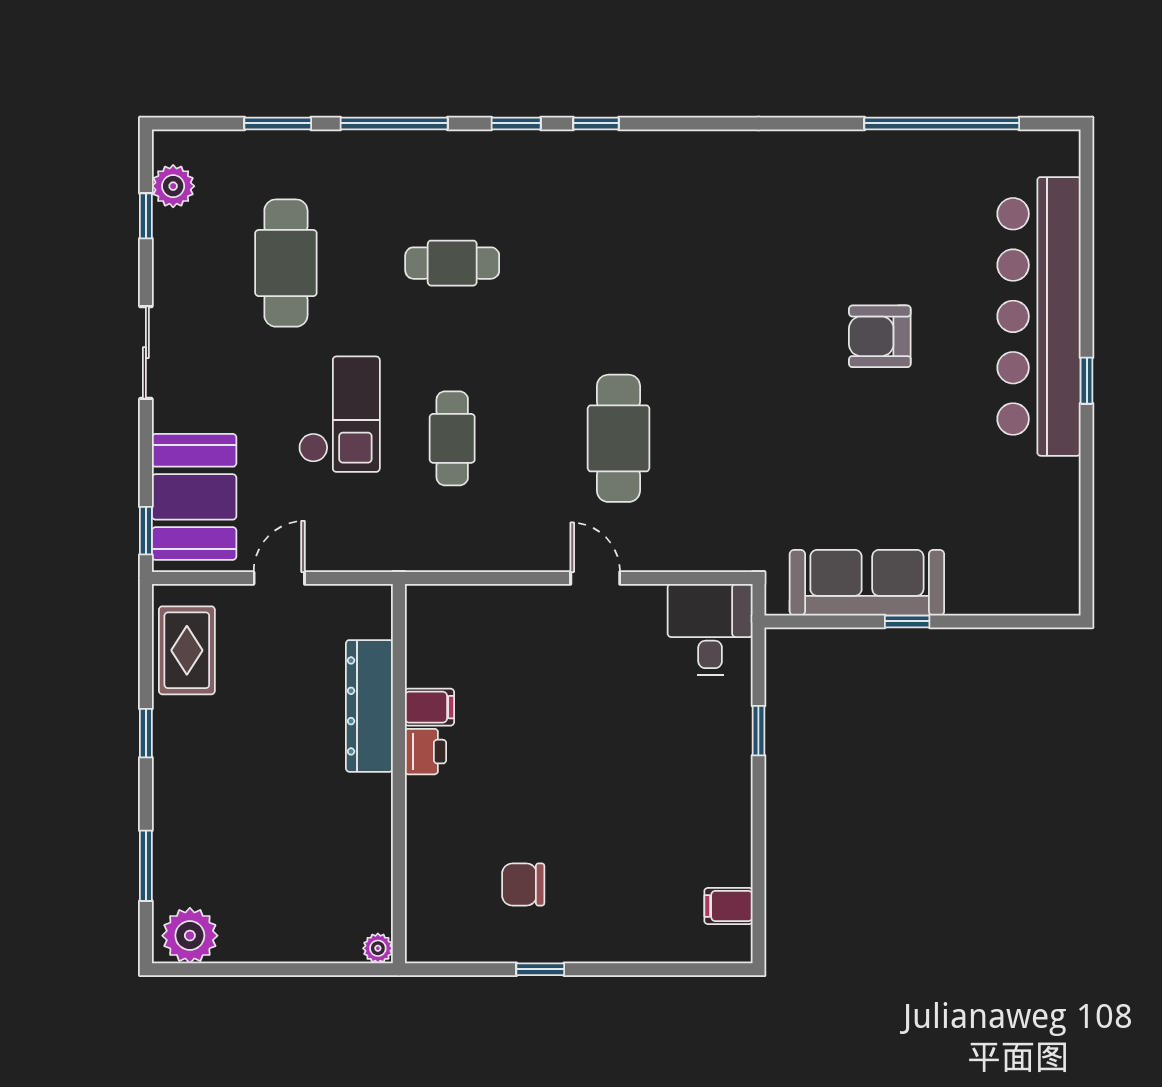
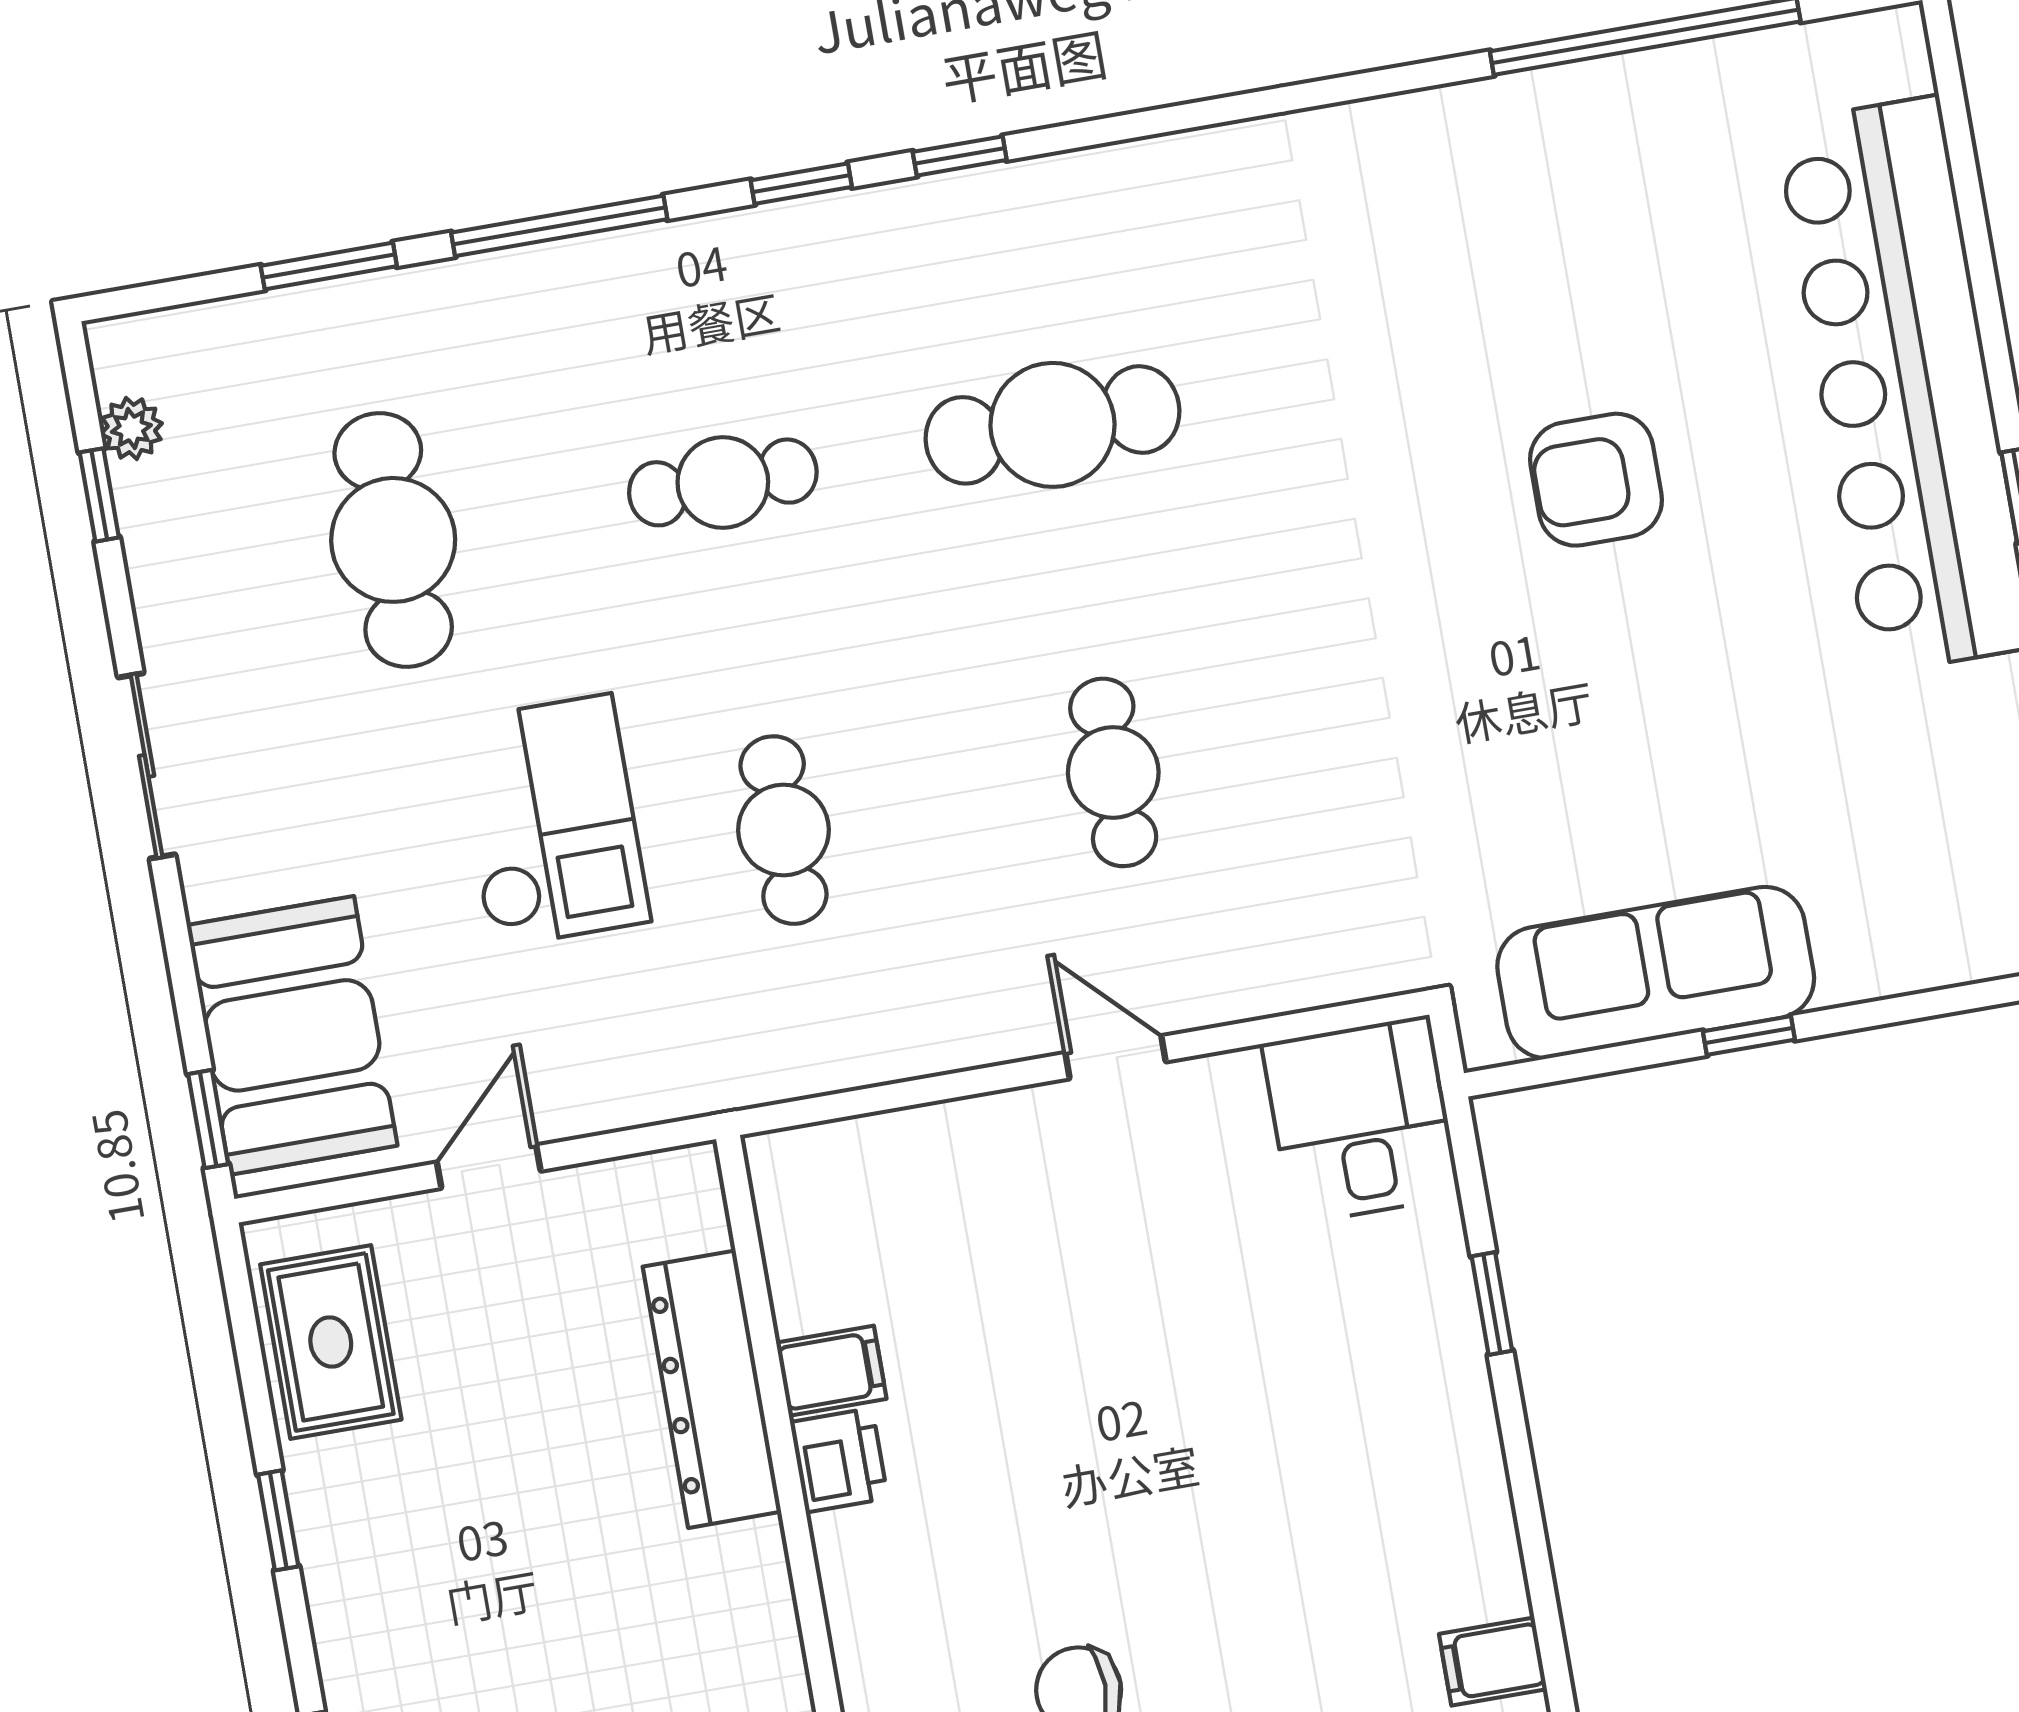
plant: (173, 186) -> (131, 428), width x0.73, depth x0.73
cafe table: (618, 263) -> (1053, 425), added
cafe table: (618, 438) -> (1113, 772), width x0.73, depth x0.74

